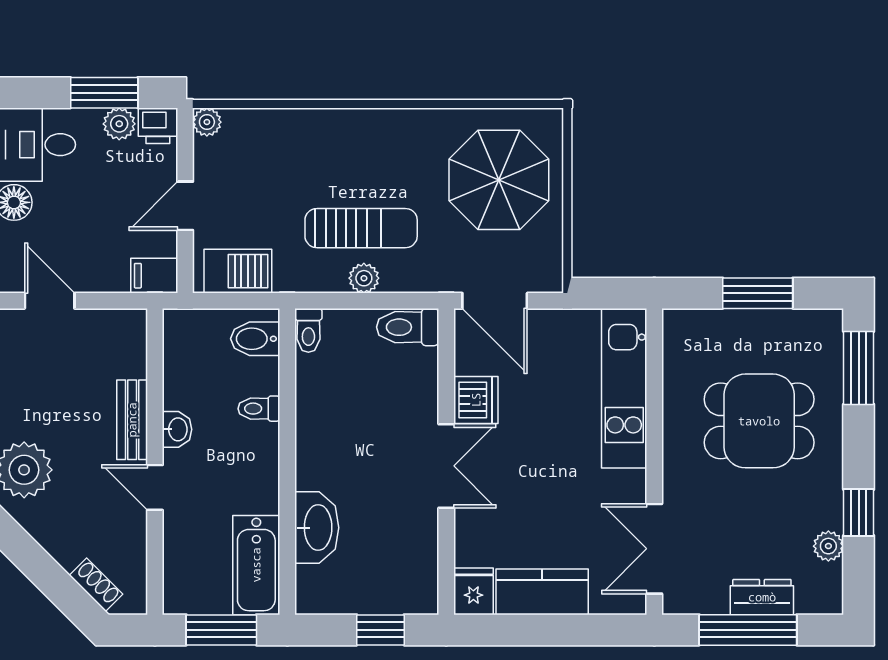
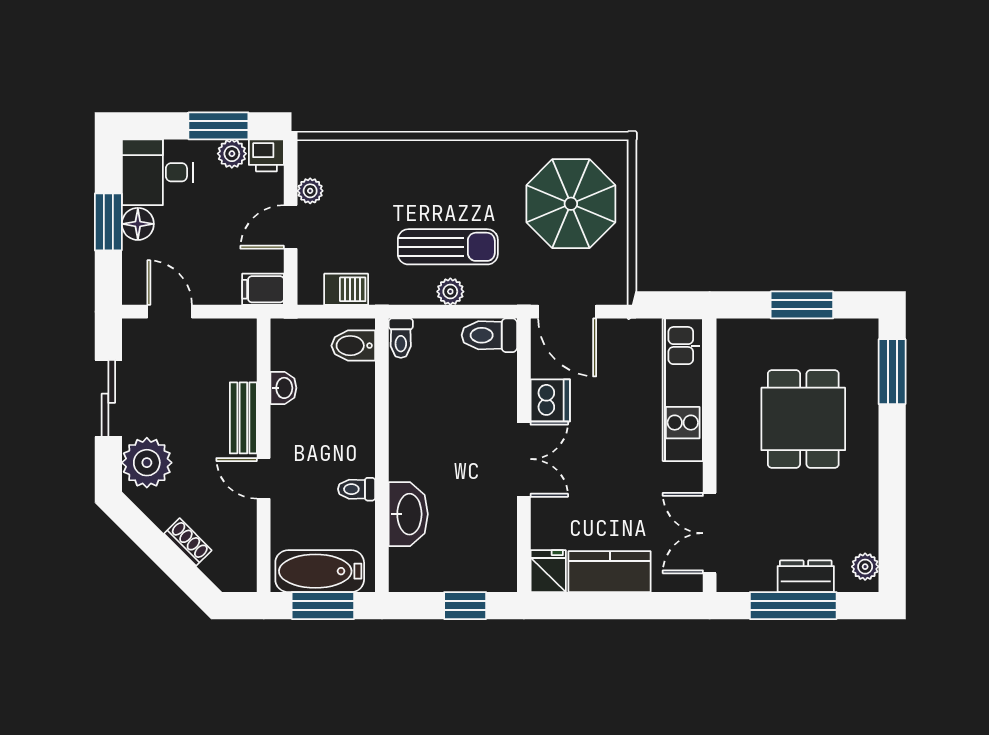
plant: (207, 122) -> (310, 191), moved
barbecue: (238, 271) -> (346, 289), width x0.73, depth x0.79
toilet: (259, 409) -> (357, 489), moved
dining table: (759, 421) -> (803, 419), turned 90
washbasin: (177, 429) -> (283, 388), moved
window: (859, 513) -> (892, 501), removed
plant: (828, 546) -> (865, 567), moved
bathtub: (256, 565) -> (320, 571), moved, turned 90
shoe rack: (96, 585) -> (188, 542), moved

